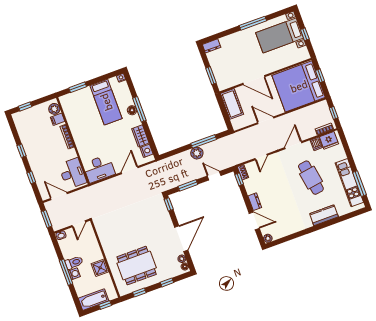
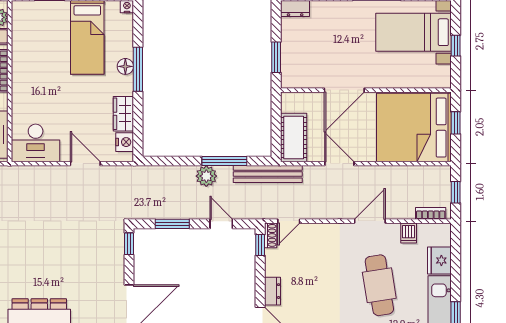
door: (254, 80) -> (344, 90), hinge flipped
cot: (232, 104) -> (294, 138), moved
bench: (229, 140) -> (268, 174), added
fridge: (329, 140) -> (439, 260), moved, turned 90
door: (261, 157) -> (289, 221), moved
door: (130, 170) -> (85, 164), hinge flipped

